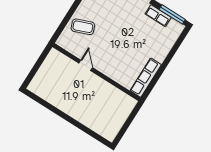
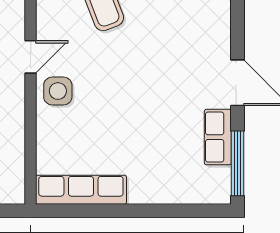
side table: (104, 63) -> (58, 91), added

